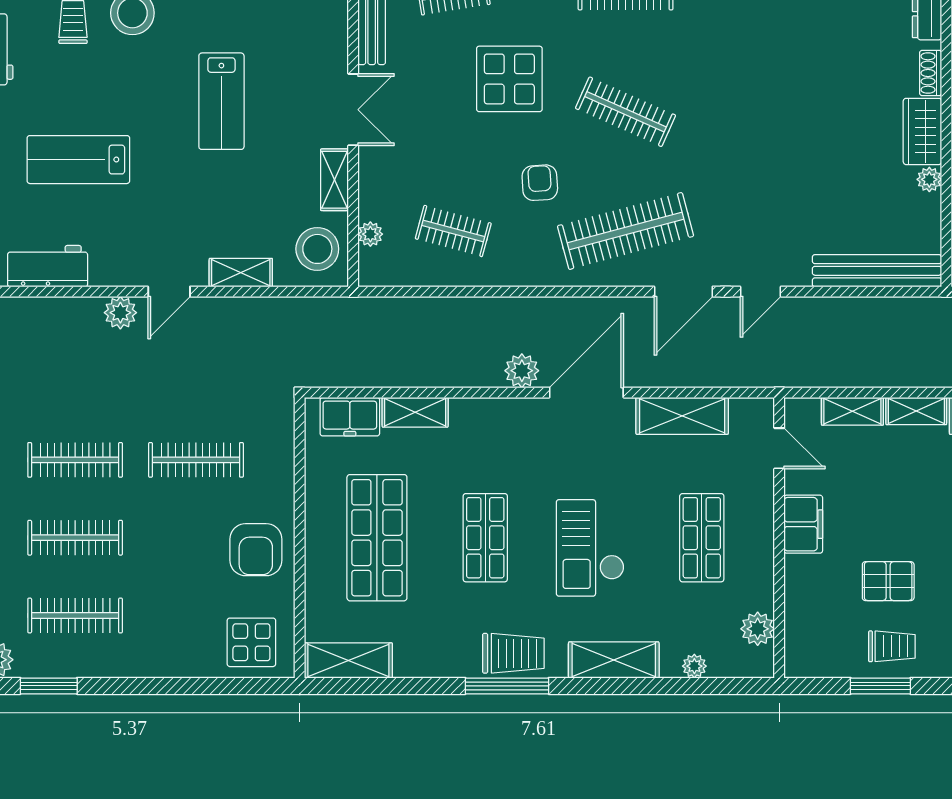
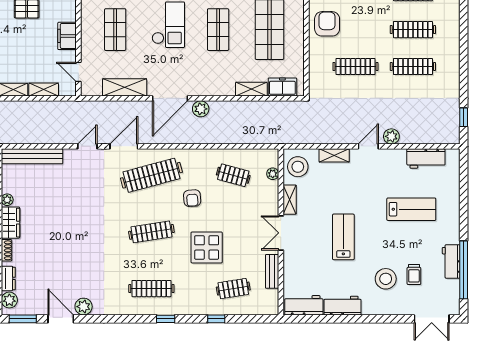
clothes rail: (626, 112) -> (151, 232), turned -33

